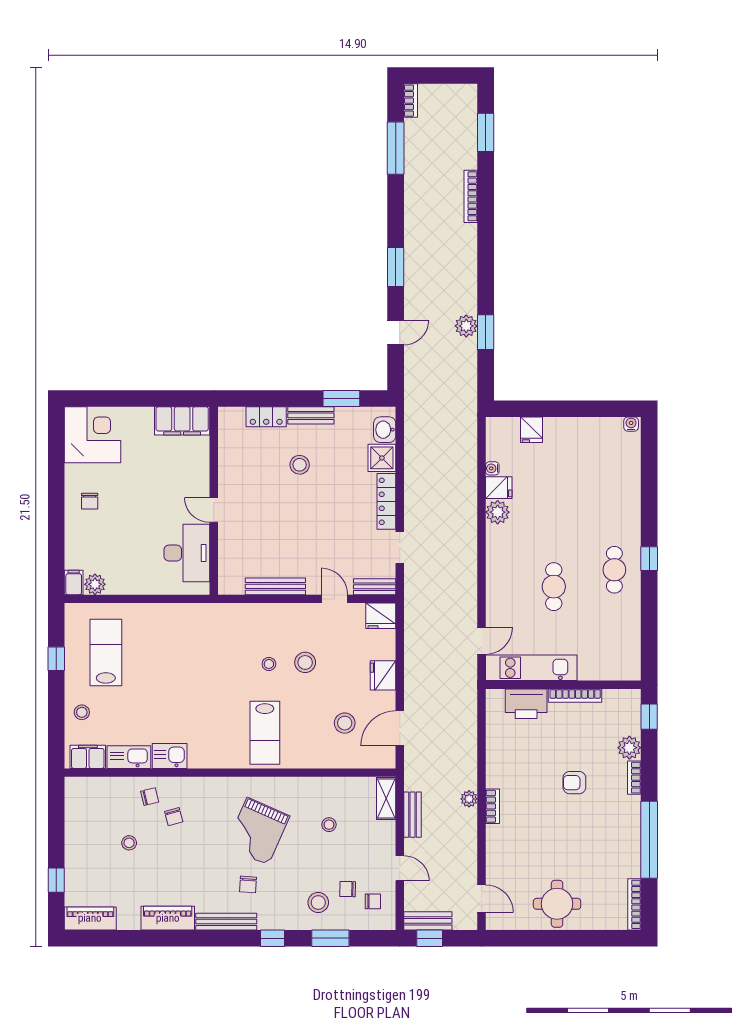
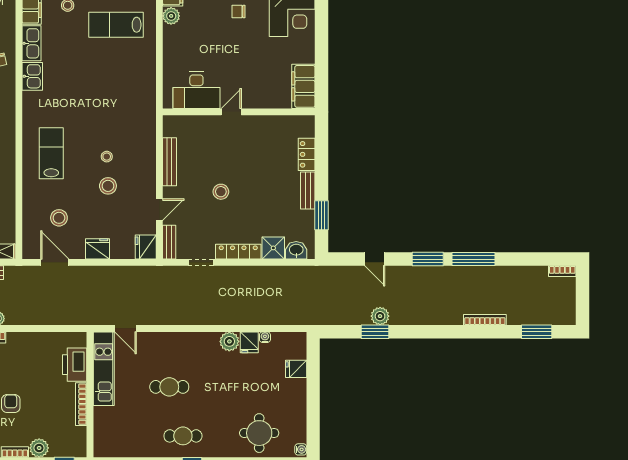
window: (396, 148) -> (473, 259), moved
stool: (300, 465) -> (221, 192), moved
round table: (611, 475) -> (259, 433), added
lab bench: (106, 653) -> (116, 25), turned 180
lab bench: (265, 733) -> (51, 153), turned 90

